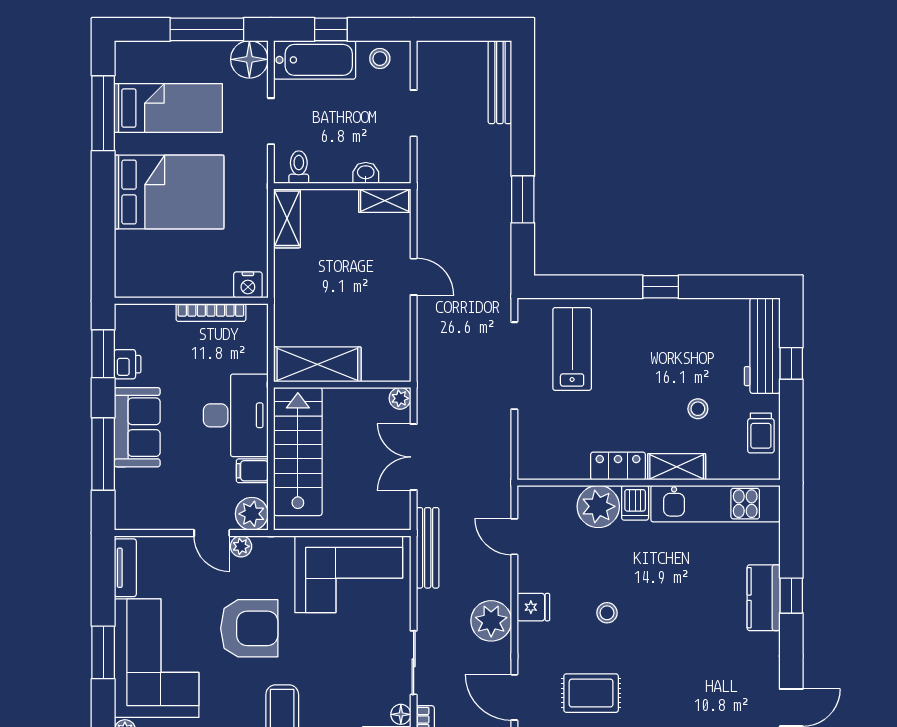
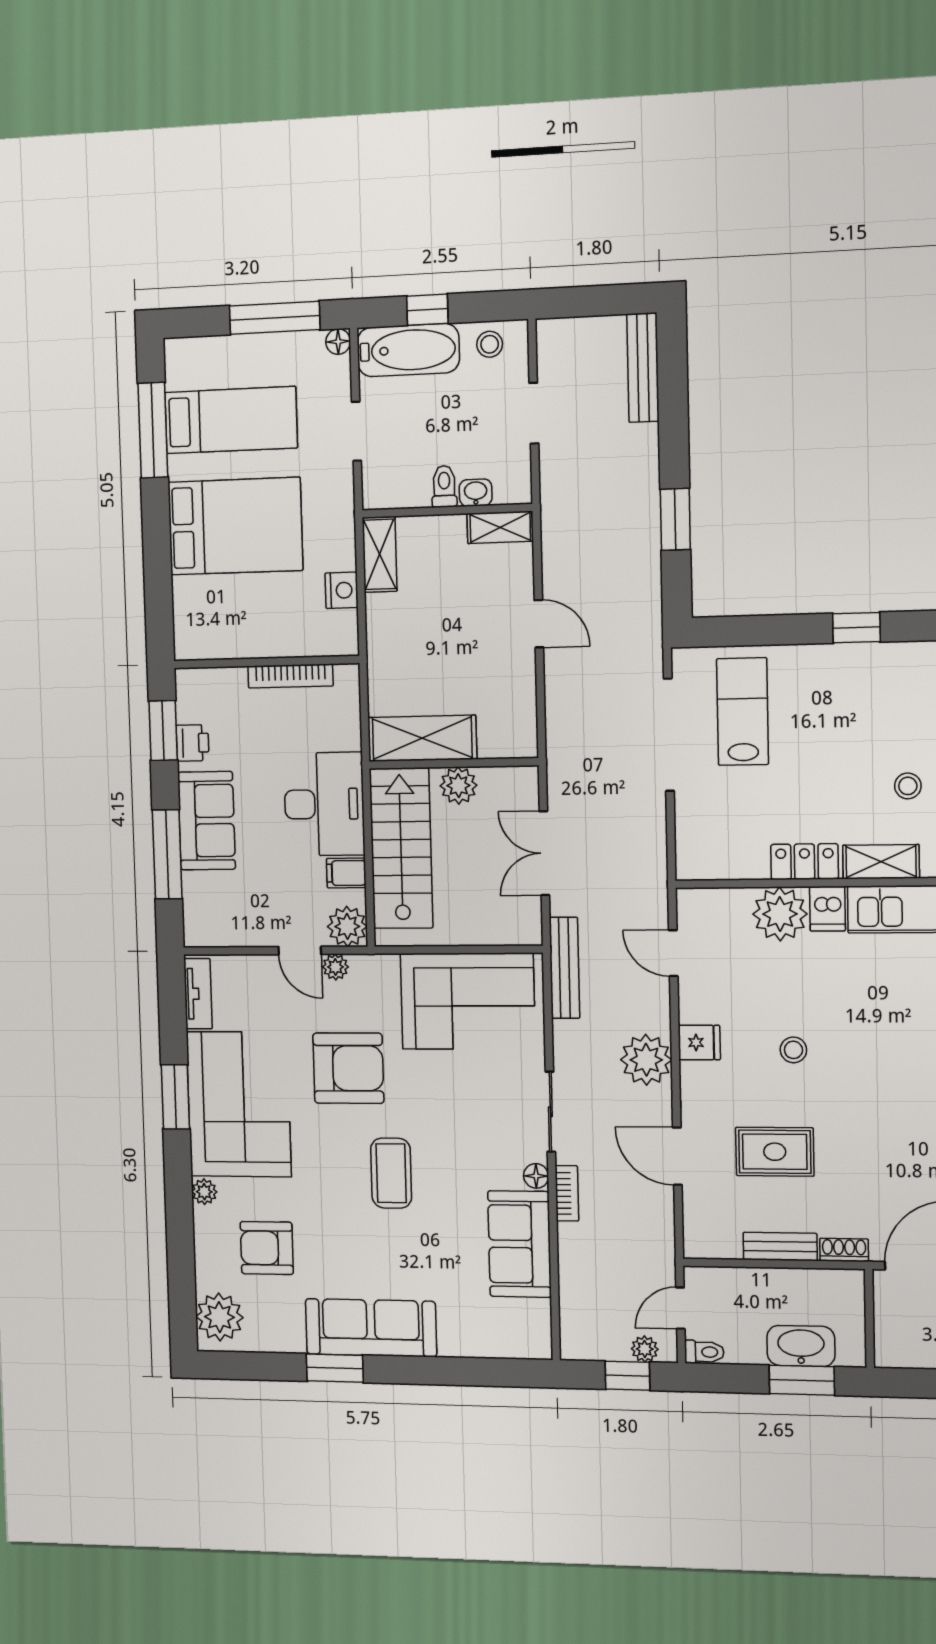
floor lamp: (249, 59) -> (338, 342), width x0.53, depth x0.53
toilet: (299, 167) -> (444, 486), moved
nightstand: (248, 285) -> (342, 590), moved, turned -90
plant: (400, 398) -> (458, 786), moved, width x1.38, depth x1.38

